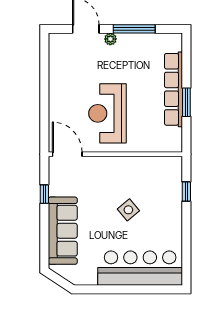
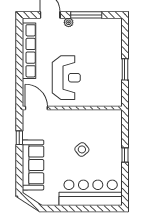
row of seats: (173, 89) -> (29, 51), moved, turned 180
reception desk: (107, 113) -> (66, 78), turned 180
window: (186, 191) -> (125, 155), moved

